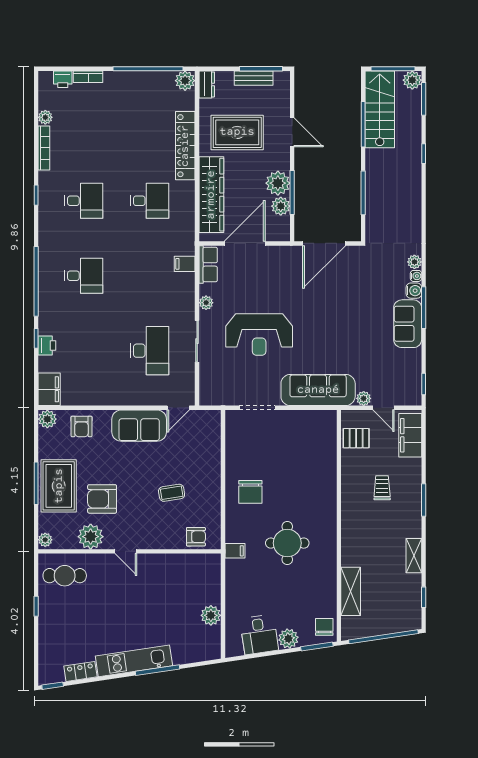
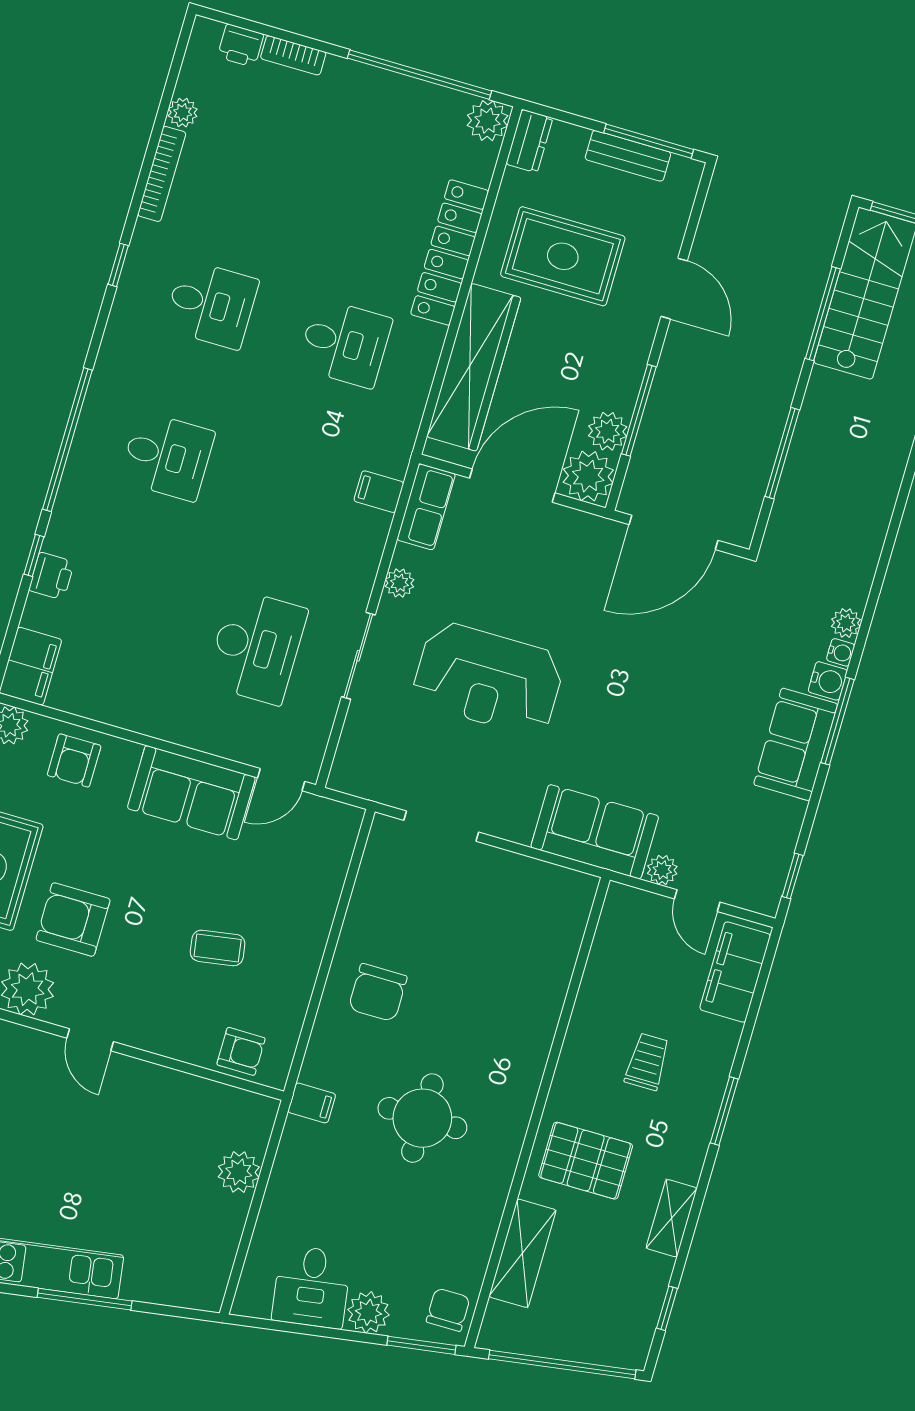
plant: (278, 183) -> (588, 476), moved
sofa: (318, 390) -> (595, 832), width x0.73
pallet: (356, 438) -> (586, 1161), moved, width x1.50, depth x1.42
plant: (211, 615) -> (239, 1172), moved

